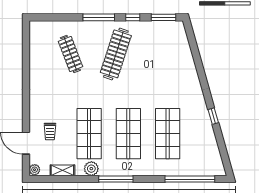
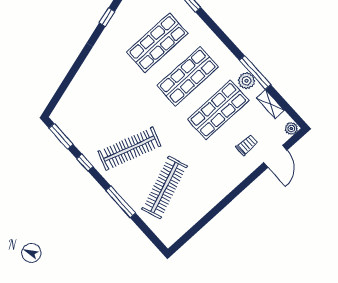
window: (99, 17) -> (121, 202), moved
clothes rail: (70, 54) -> (165, 187), width x1.37, depth x1.31
window: (116, 179) -> (255, 72), moved

